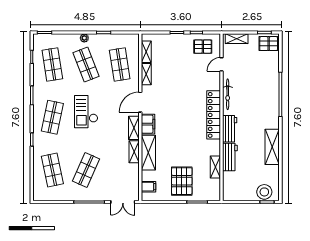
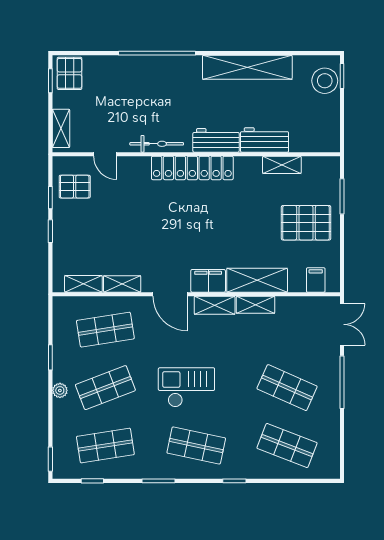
pallet: (203, 47) -> (75, 187), turned 90
checkout: (86, 112) -> (186, 387), turned 180
shelving: (272, 147) -> (247, 67), width x1.47
shop shelf: (52, 170) -> (287, 446), turned 33

